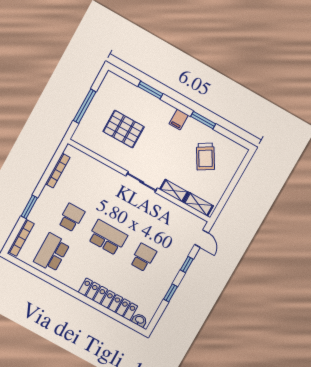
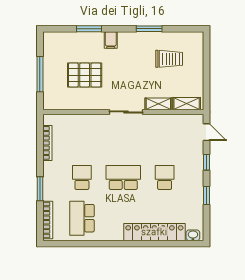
filing cabinet: (179, 119) -> (111, 40), moved
trolley: (205, 157) -> (169, 59), turned -59

